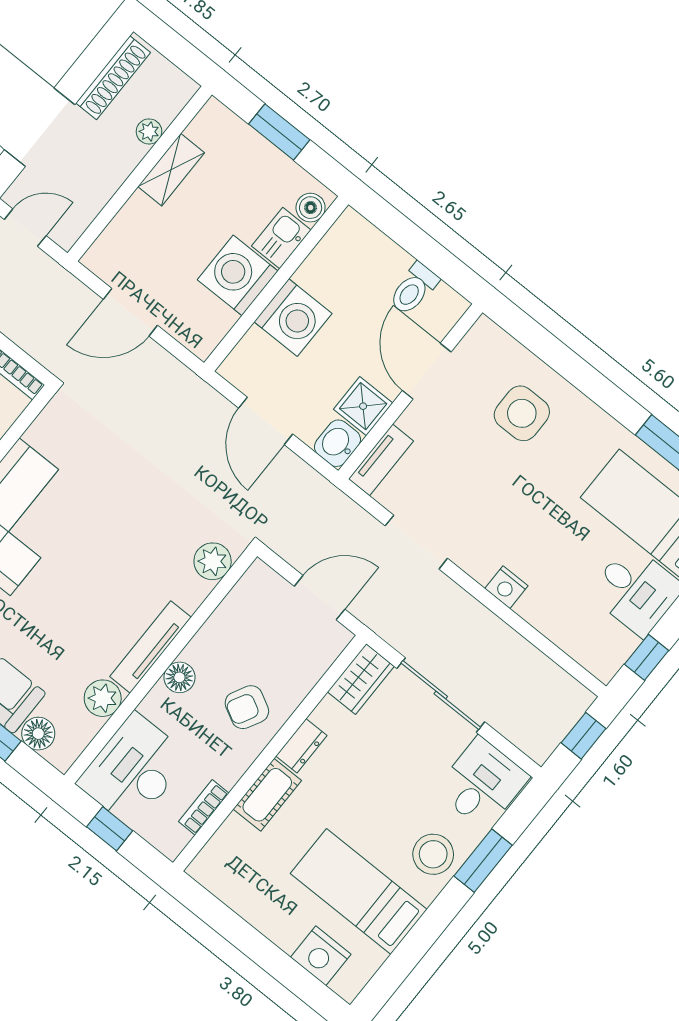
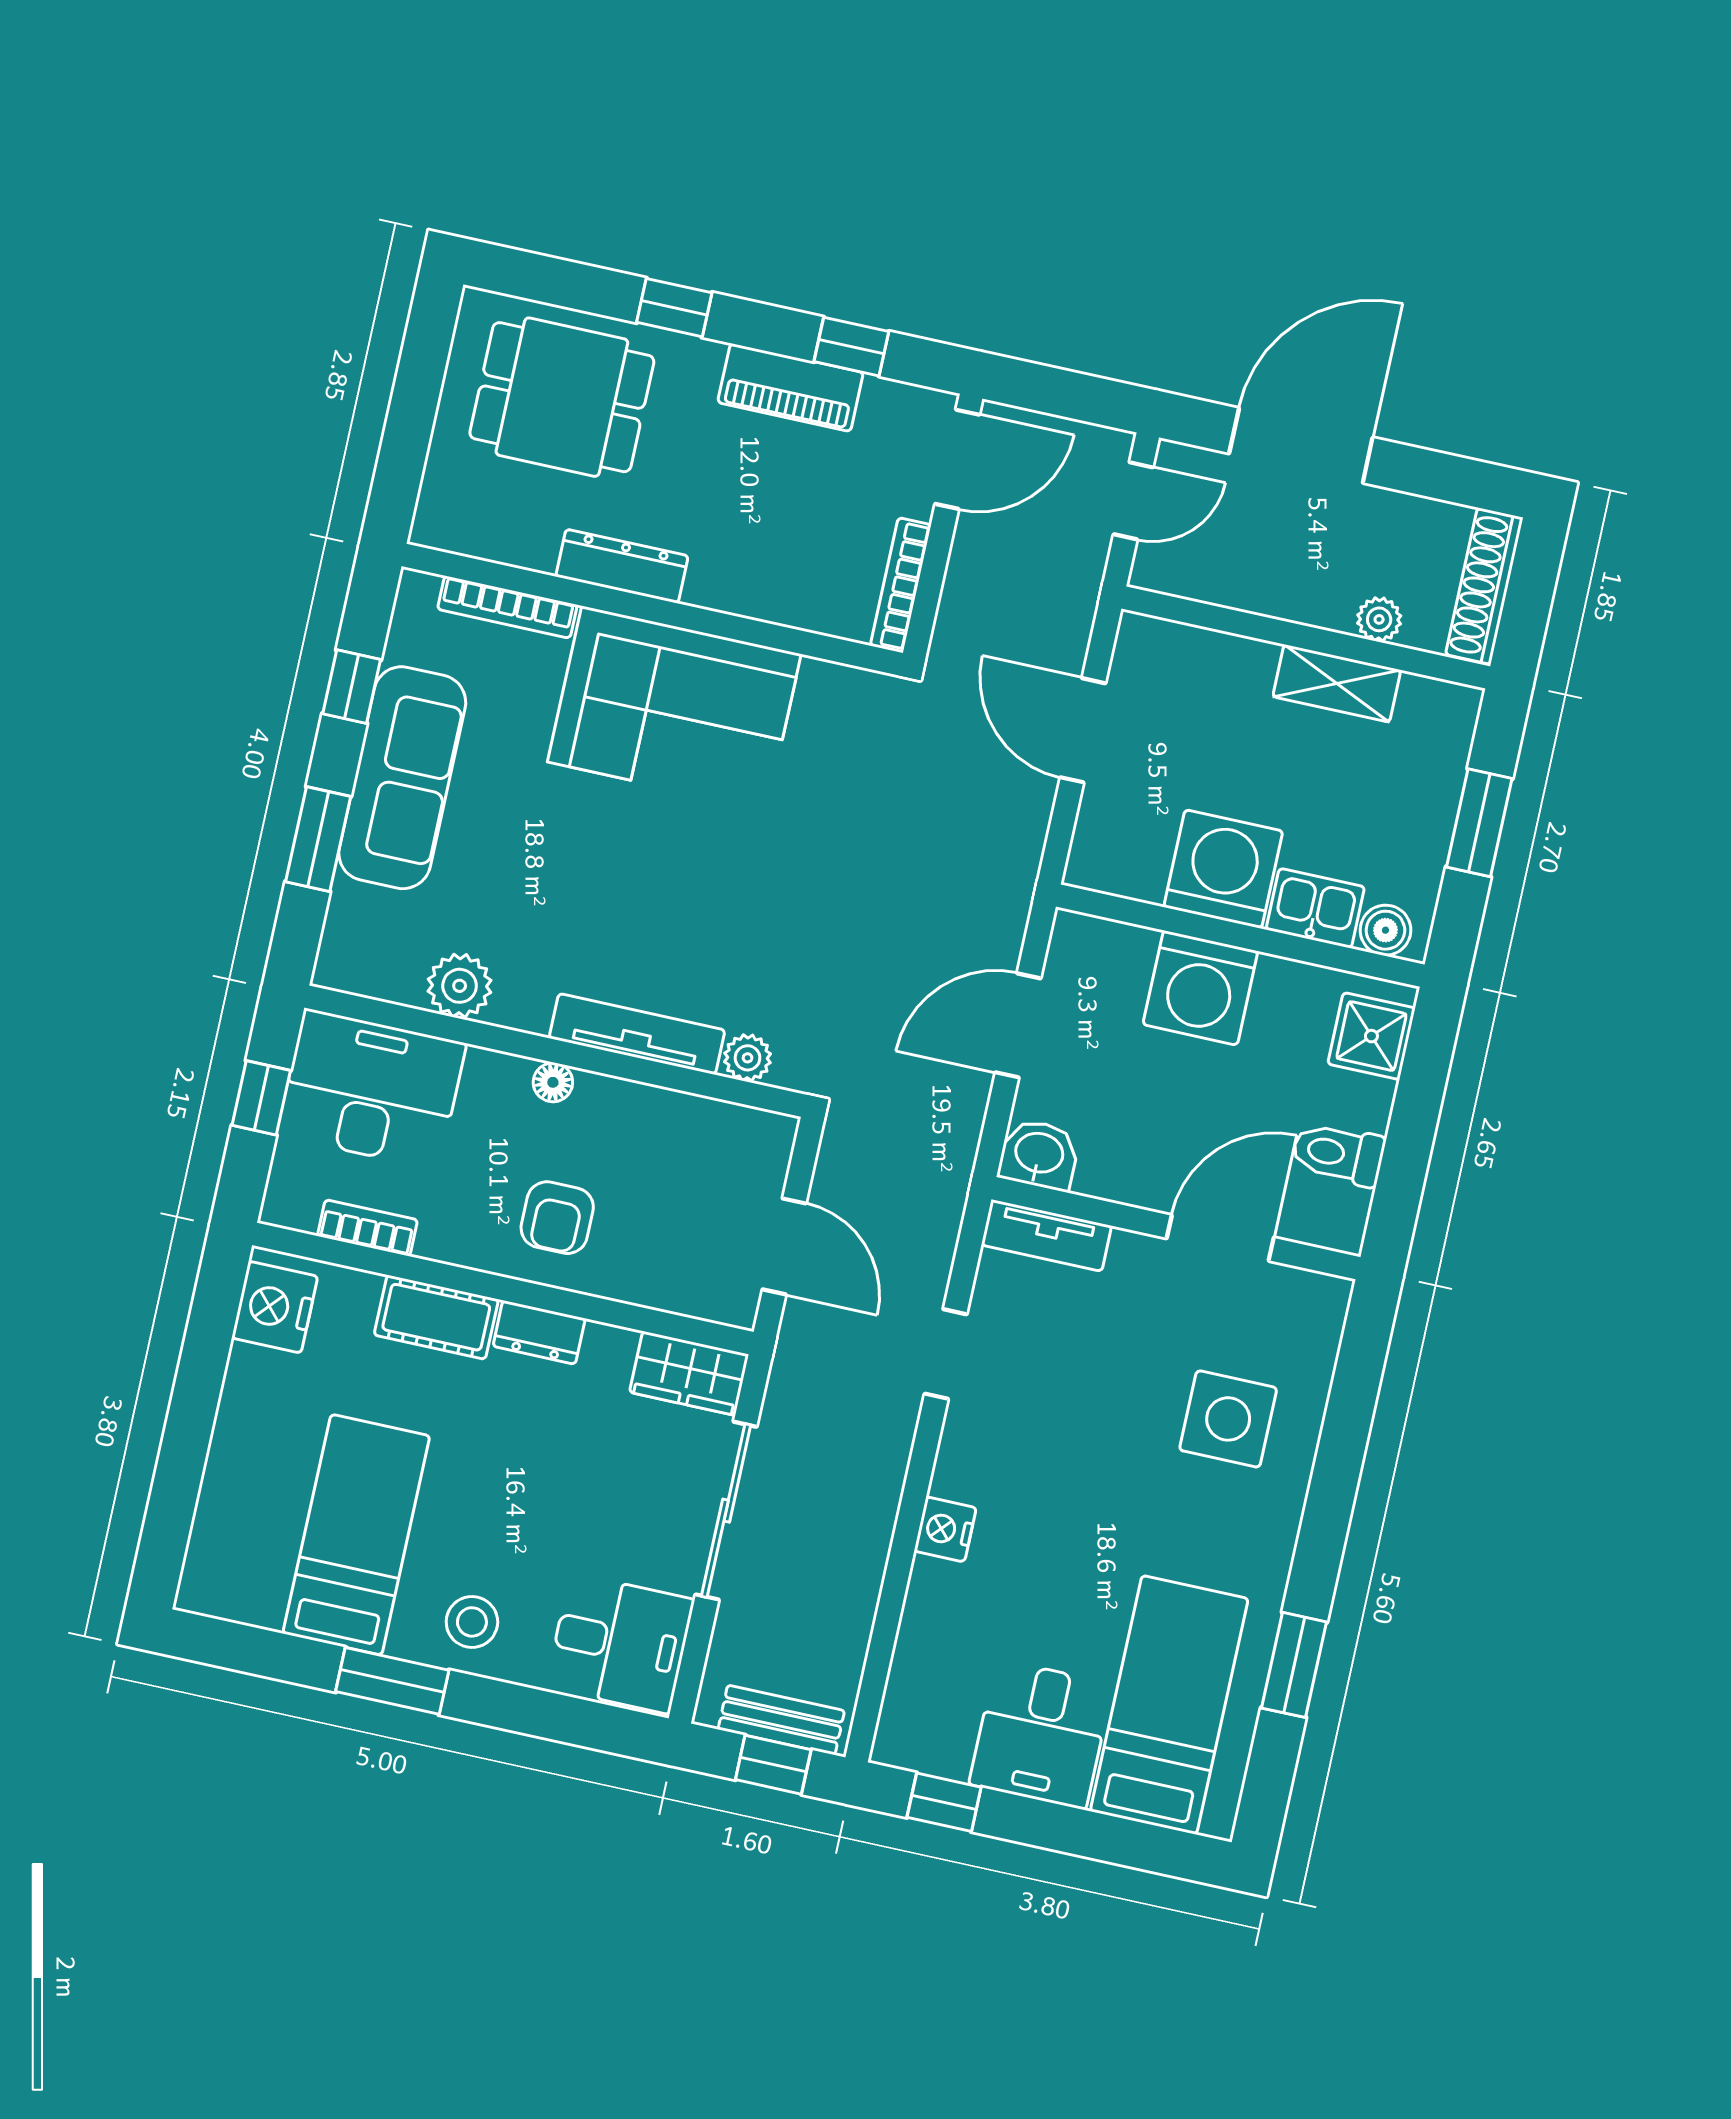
shoe rack: (113, 78) -> (1484, 586), moved, turned 90
door: (25, 228) -> (1133, 501), hinge flipped
shower: (363, 406) -> (1371, 1036), moved
doorway: (416, 542) -> (946, 1354), width x0.73
plant: (213, 561) -> (747, 1058), width x0.73, depth x0.73
tv unit: (150, 647) -> (637, 1034), moved
floor lamp: (179, 677) -> (553, 1082), width x0.73, depth x0.73
armchair: (247, 707) -> (557, 1218), turned -118
bench: (563, 720) -> (781, 1720), added
floor lamp: (38, 734) -> (354, 913), removed
stool: (433, 854) -> (472, 1622), width x0.73, depth x0.73
window: (483, 861) -> (392, 1681), moved
nightstand: (321, 956) -> (275, 1307), moved

